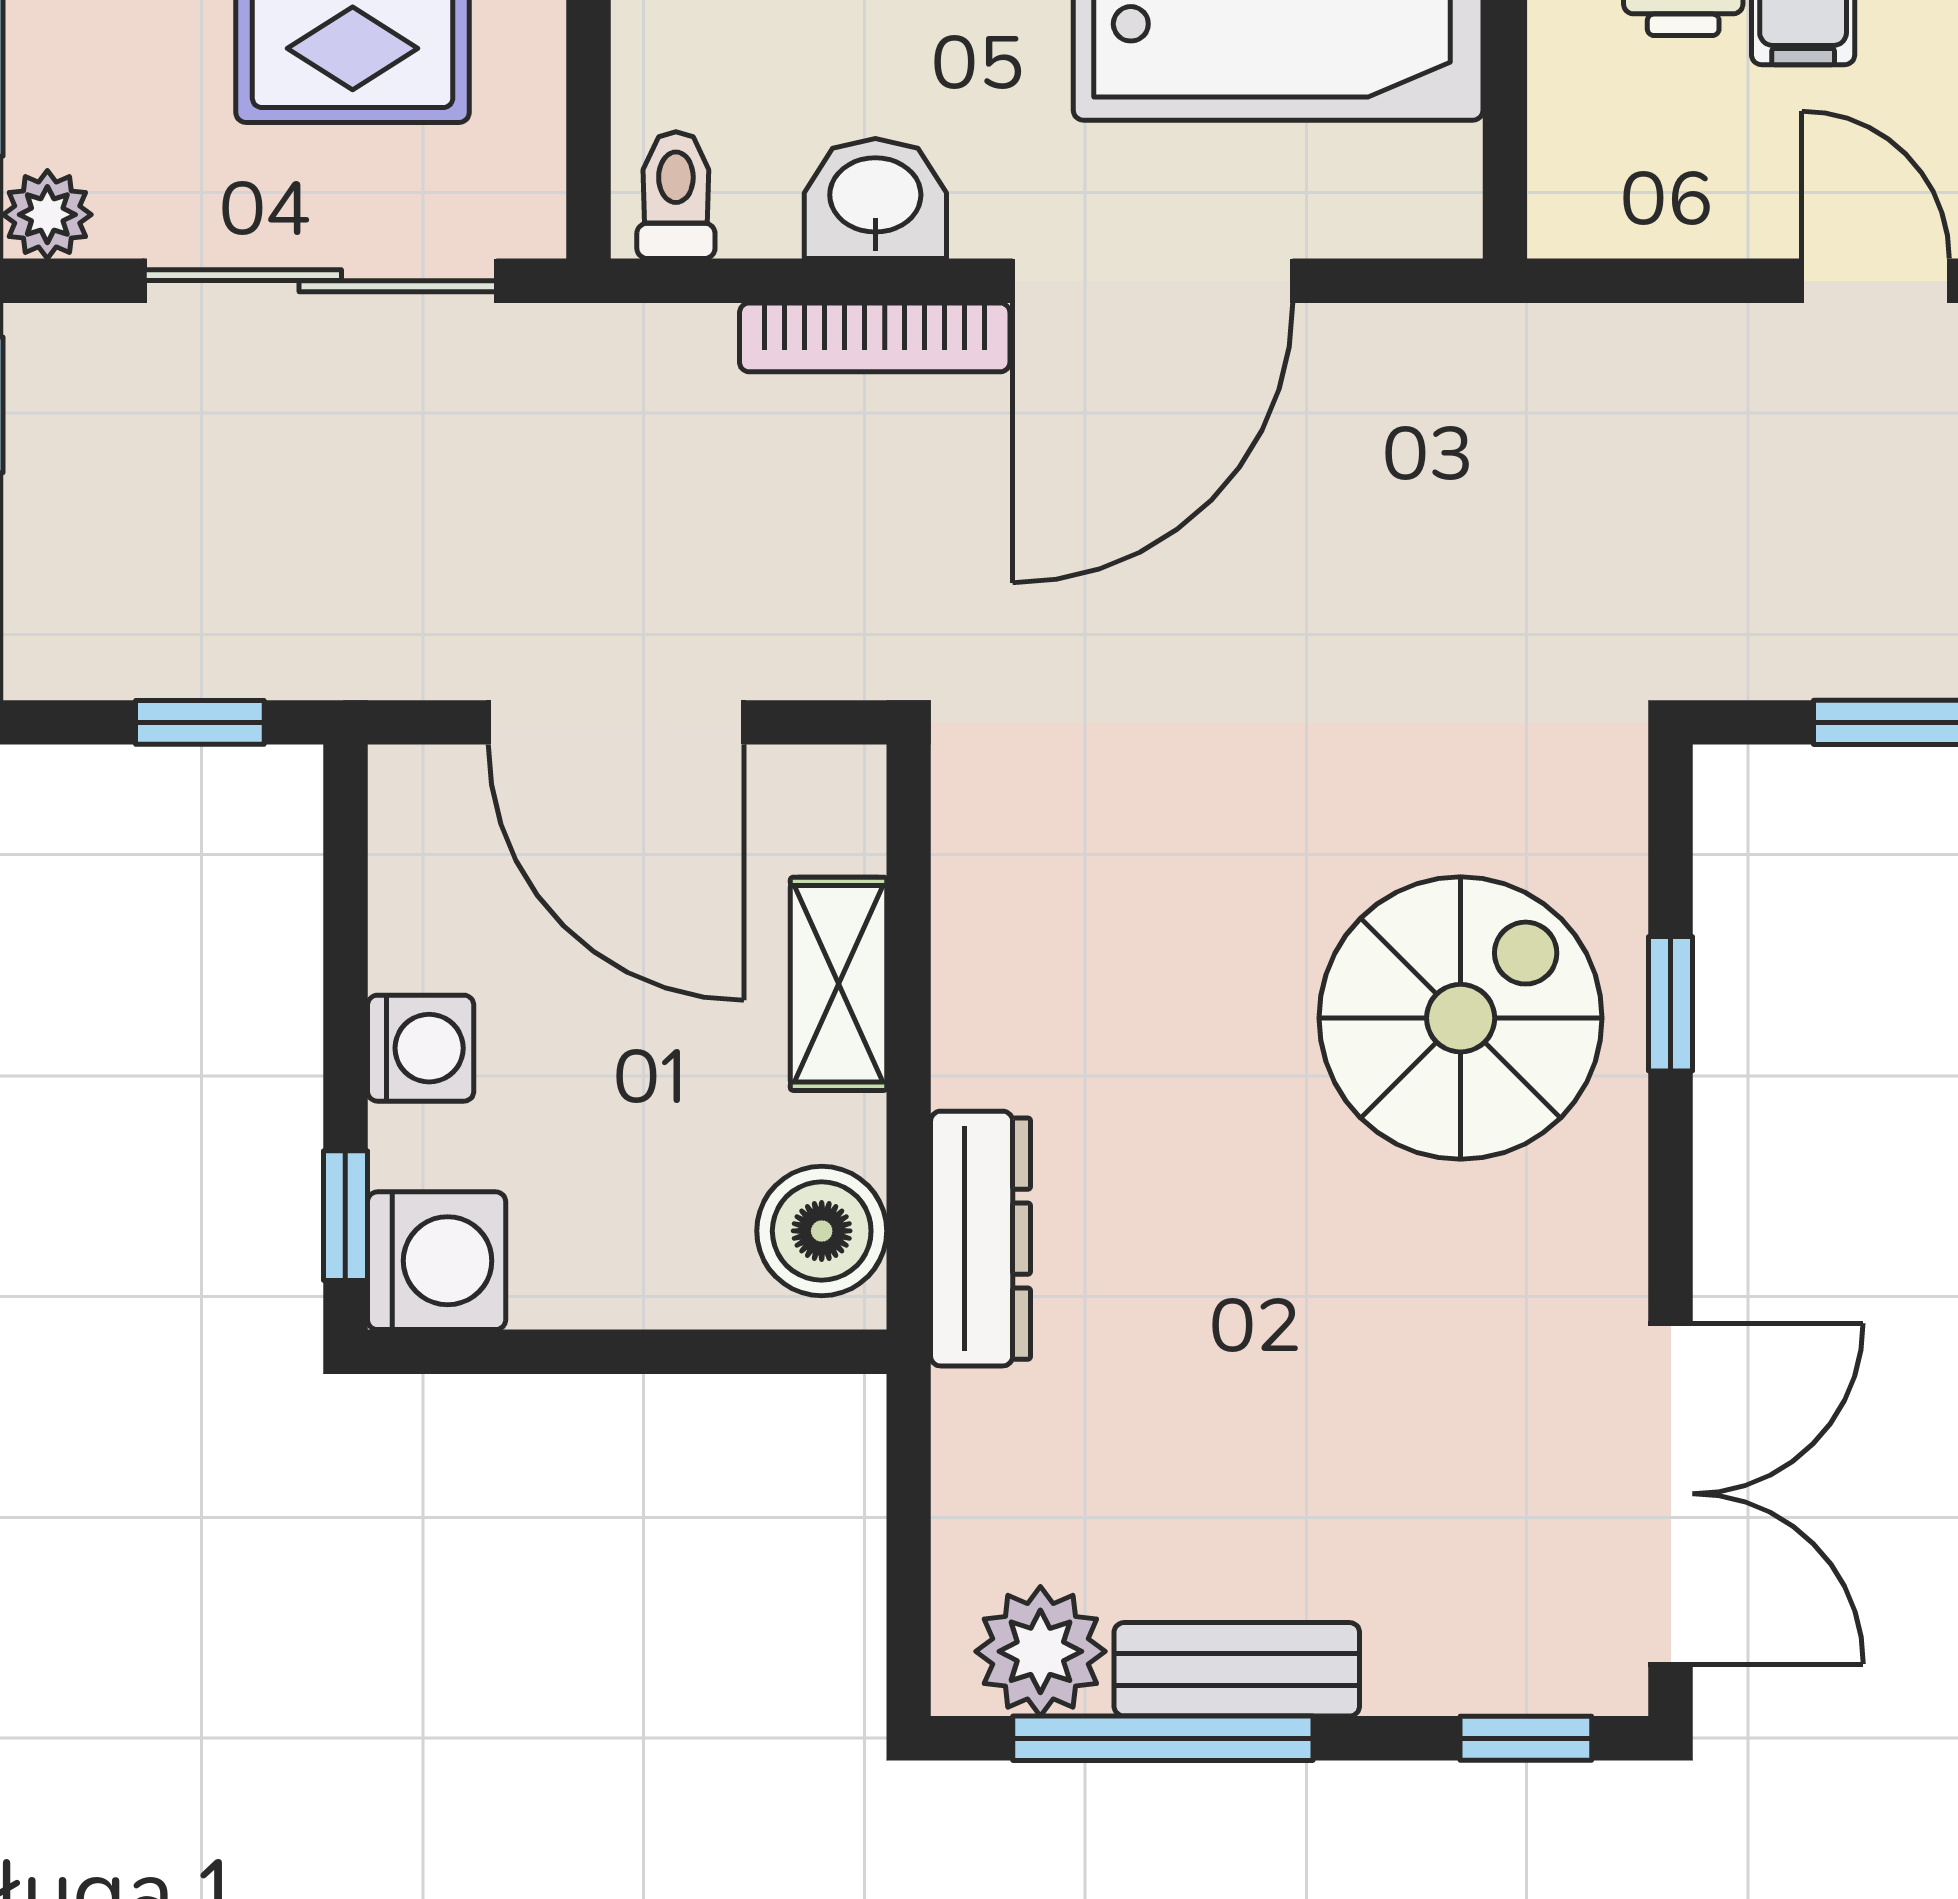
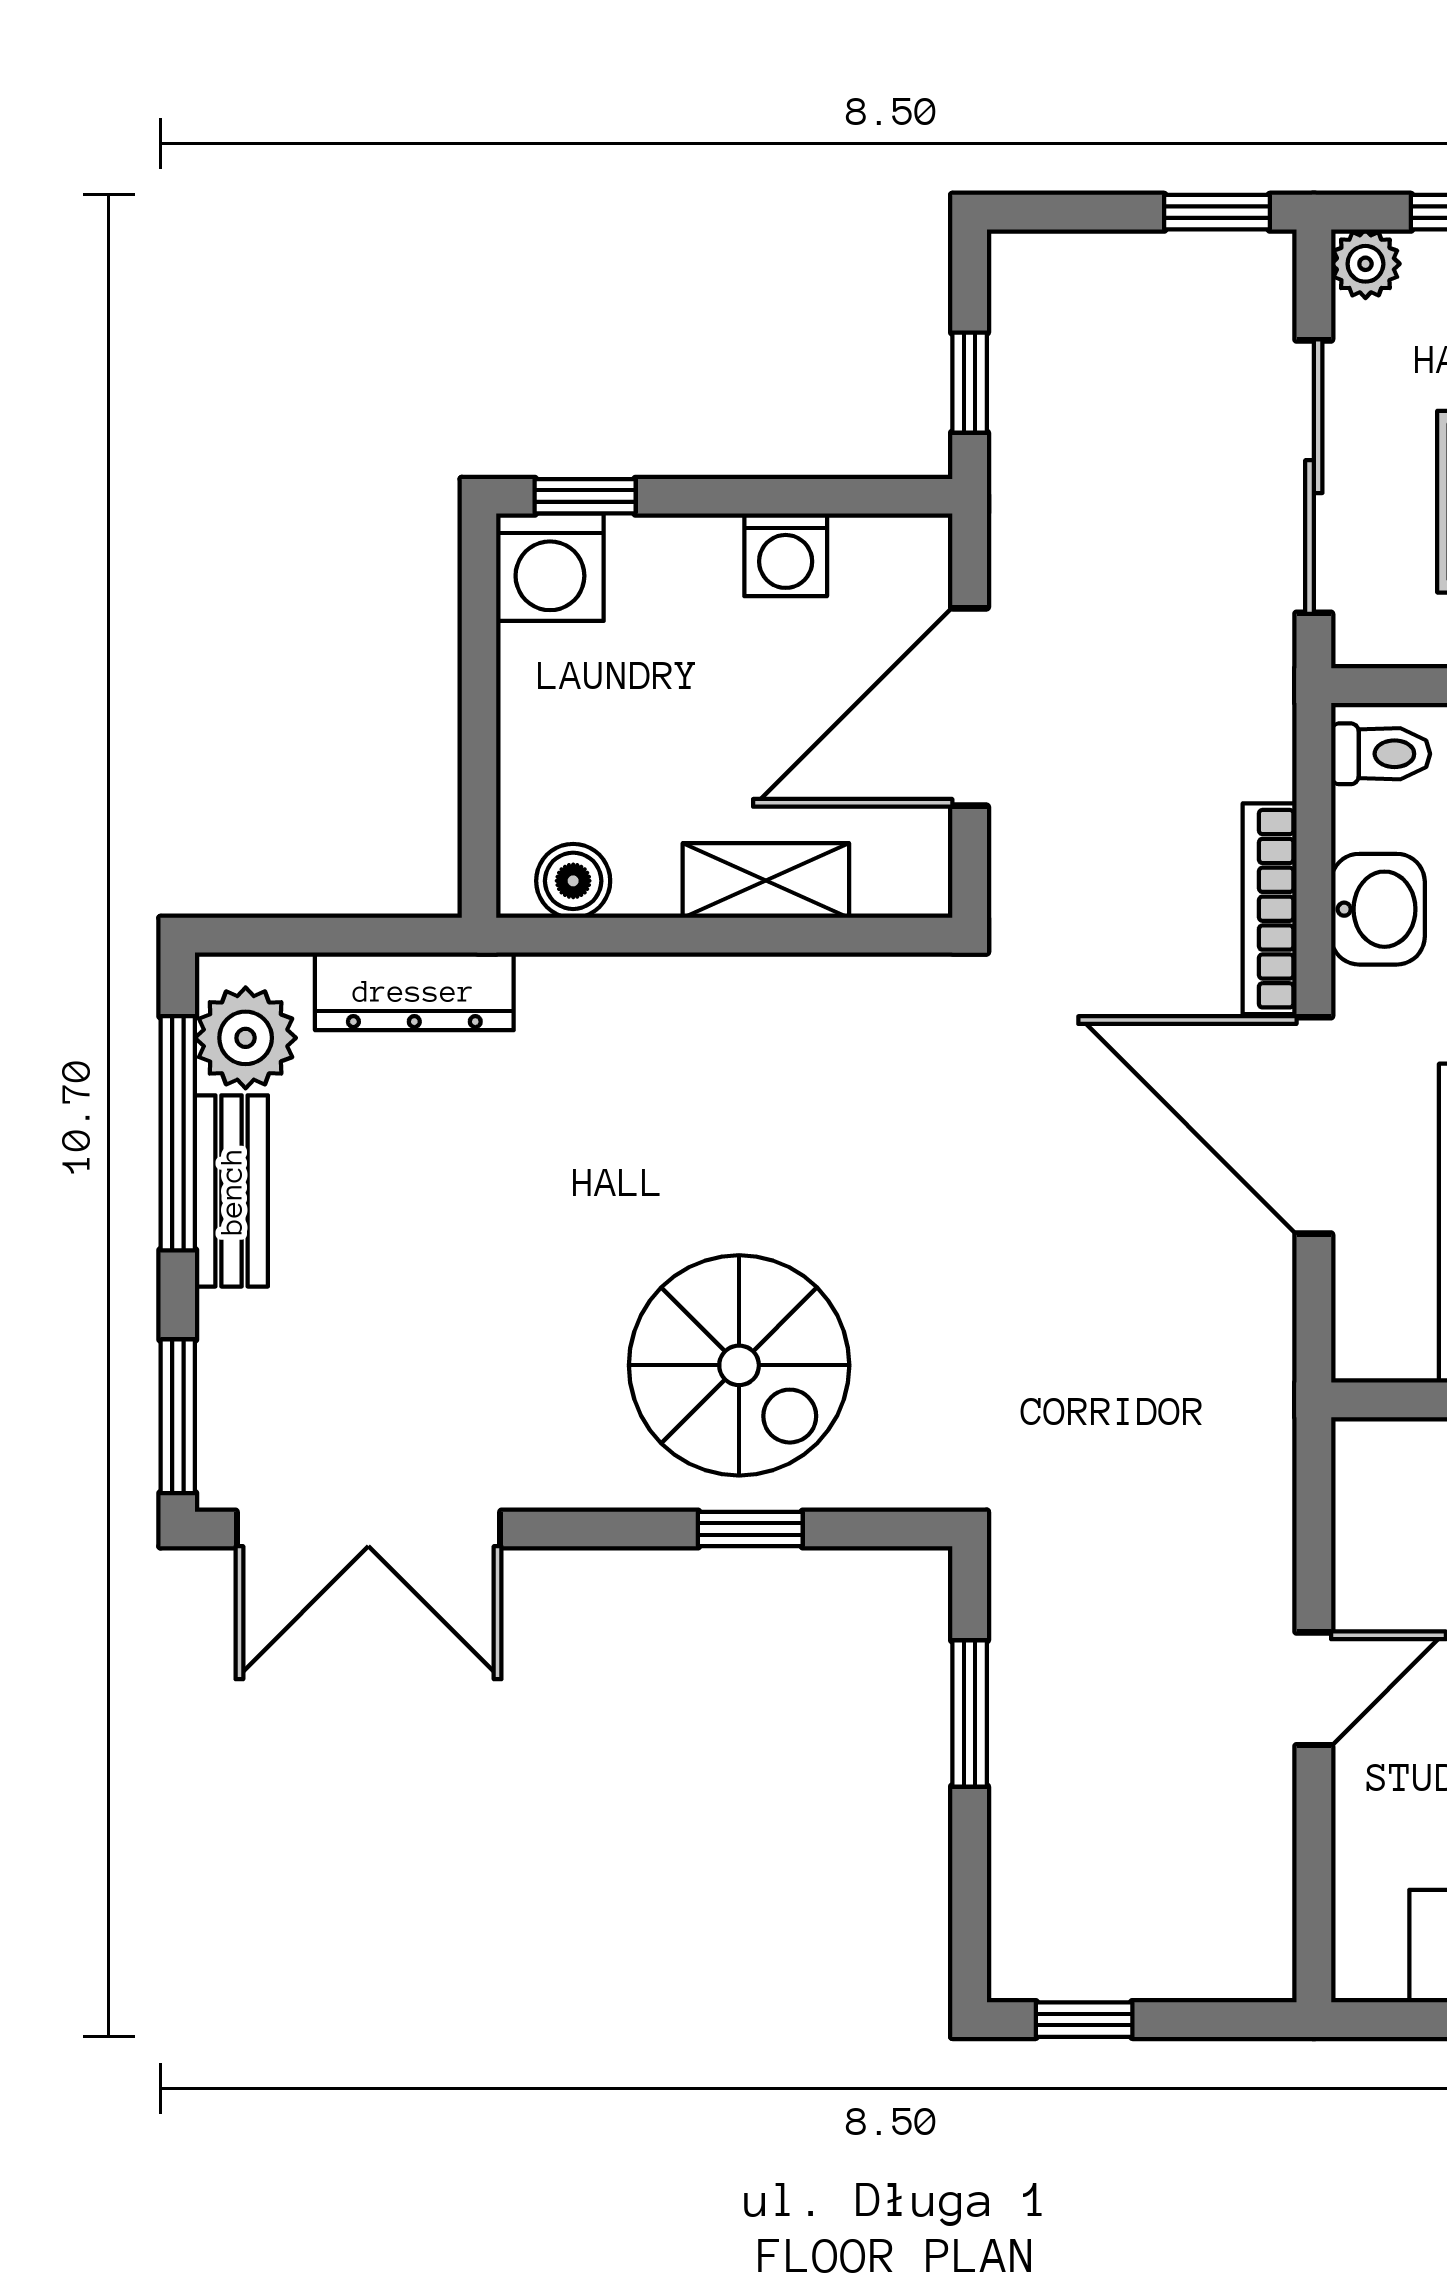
washing machine: (421, 1048) -> (786, 555), moved
boiler: (822, 1231) -> (573, 881), width x0.73, depth x0.73
dresser: (981, 1239) -> (414, 991), moved
window: (1526, 1738) -> (178, 1416), width x1.50

